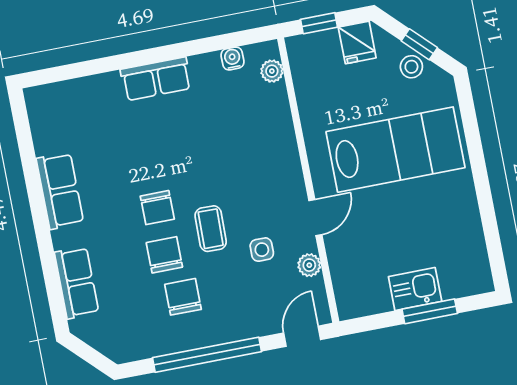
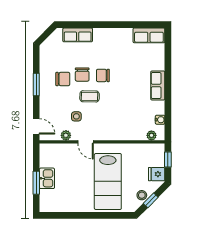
row of seats: (60, 191) -> (149, 35), moved
chair: (164, 255) -> (82, 75), turned 90
window: (207, 355) -> (36, 84), width x0.47

